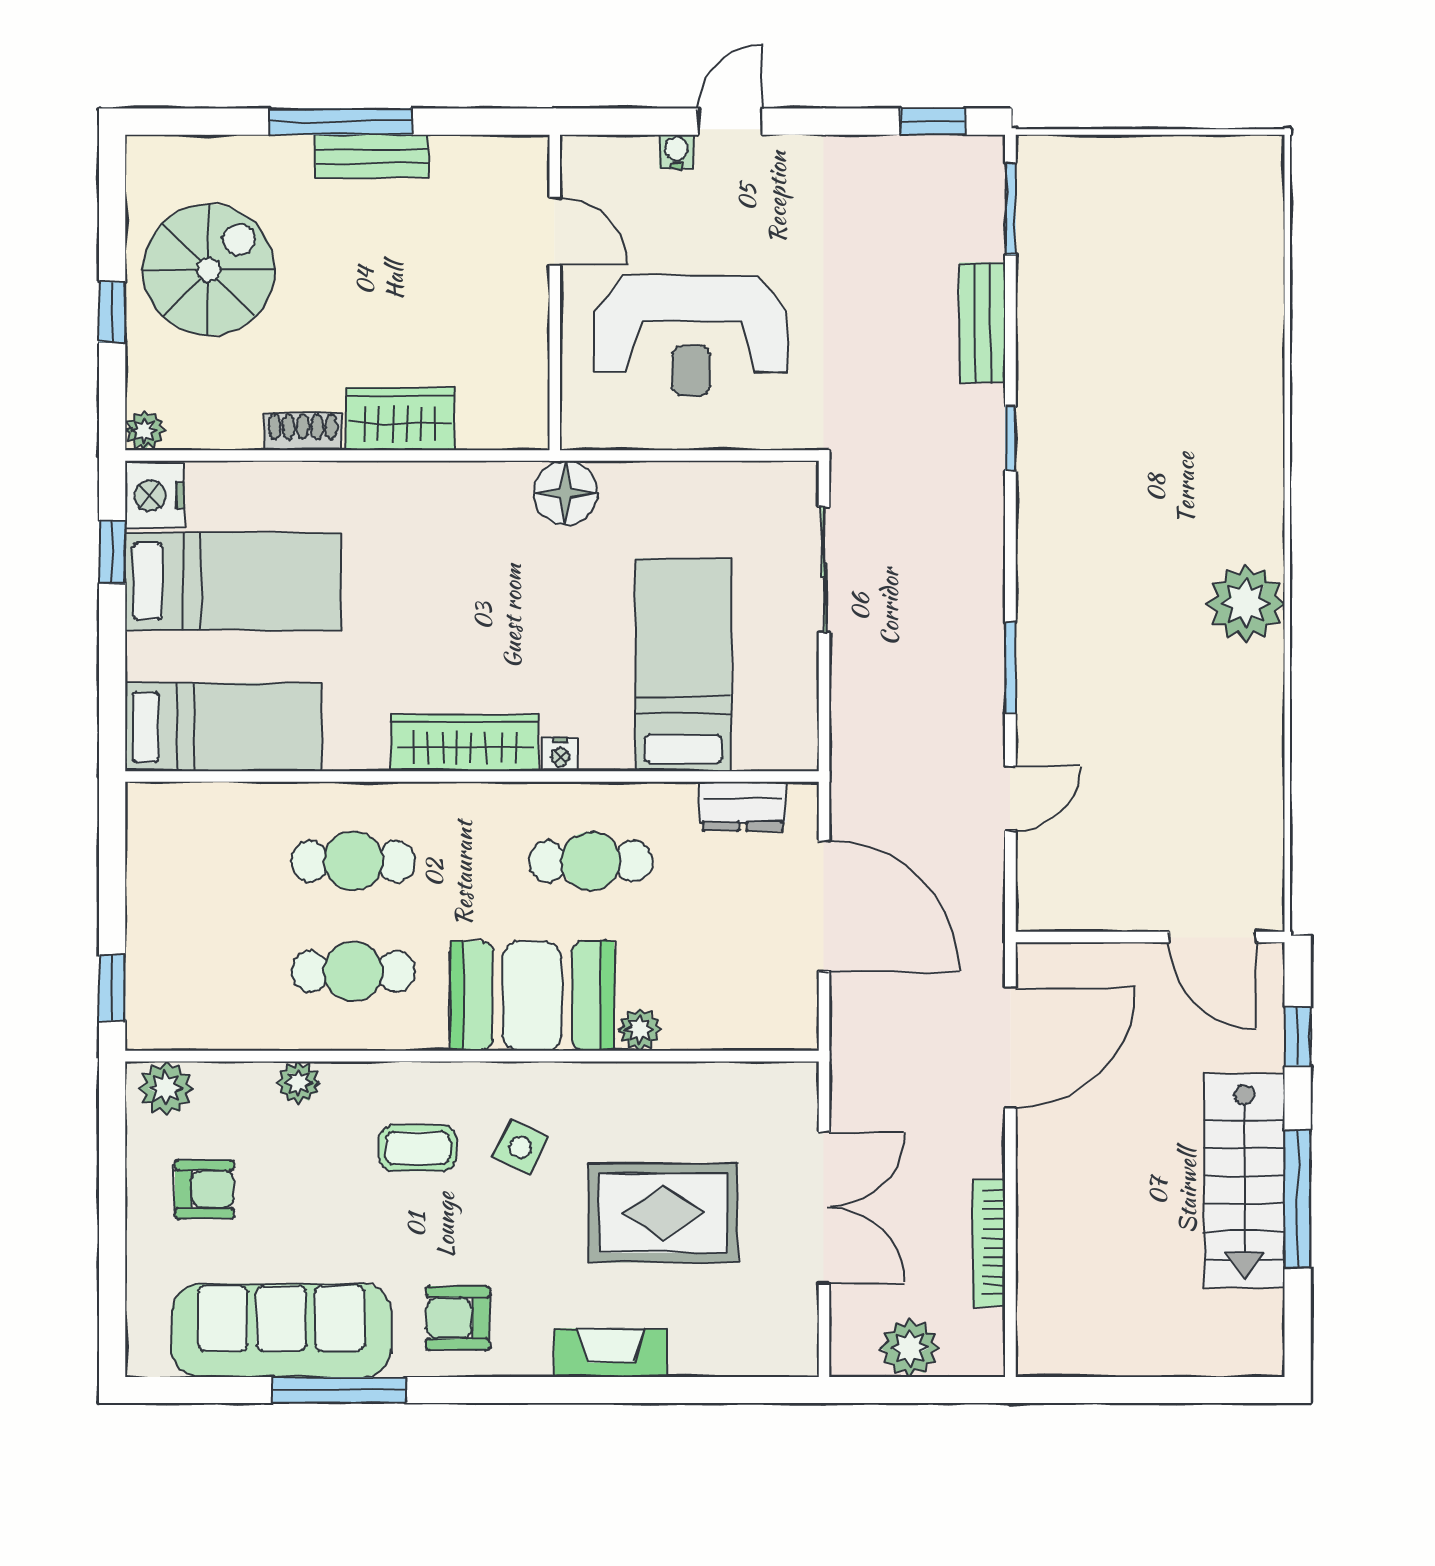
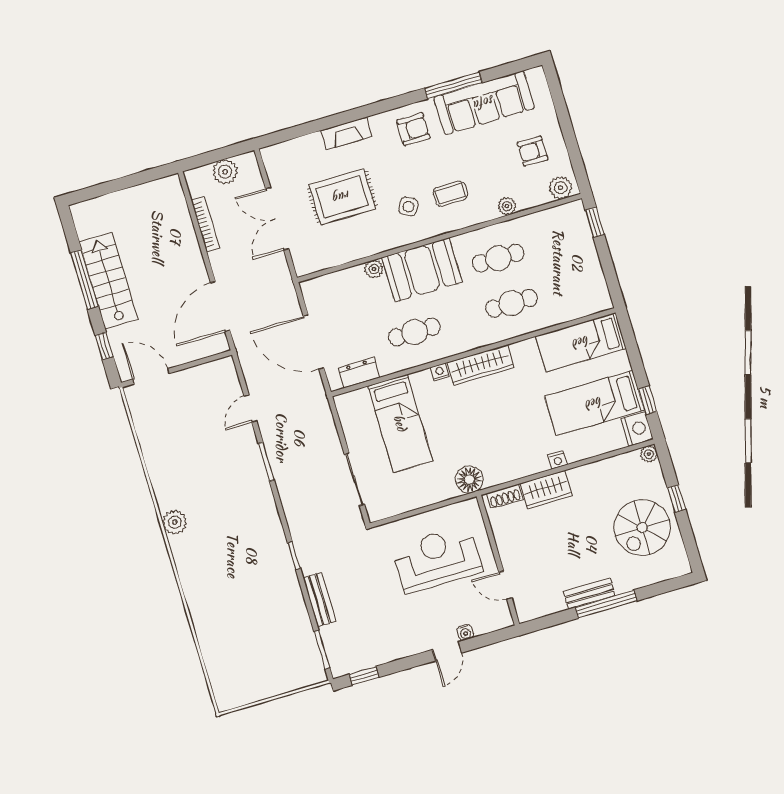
shoe rack: (303, 432) -> (505, 496), moved
nightstand: (354, 478) -> (558, 460), added
plant: (1246, 603) -> (175, 522), width x0.73, depth x0.73

